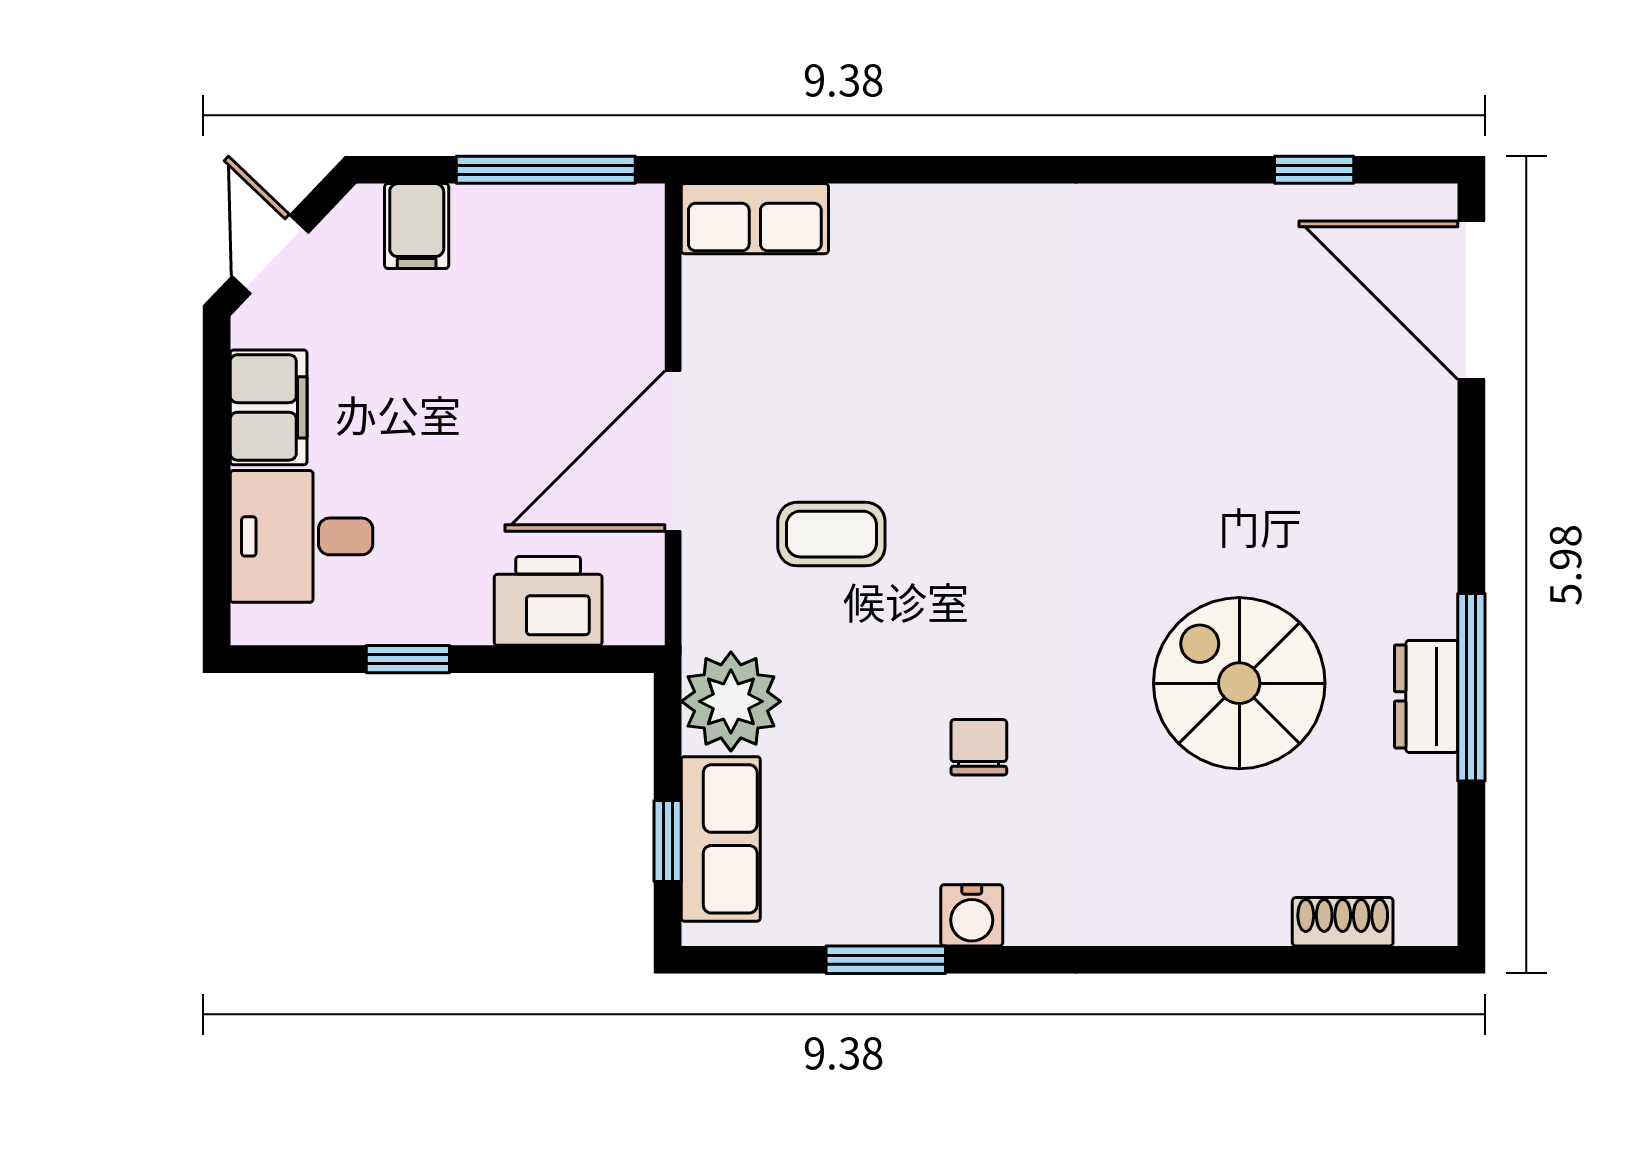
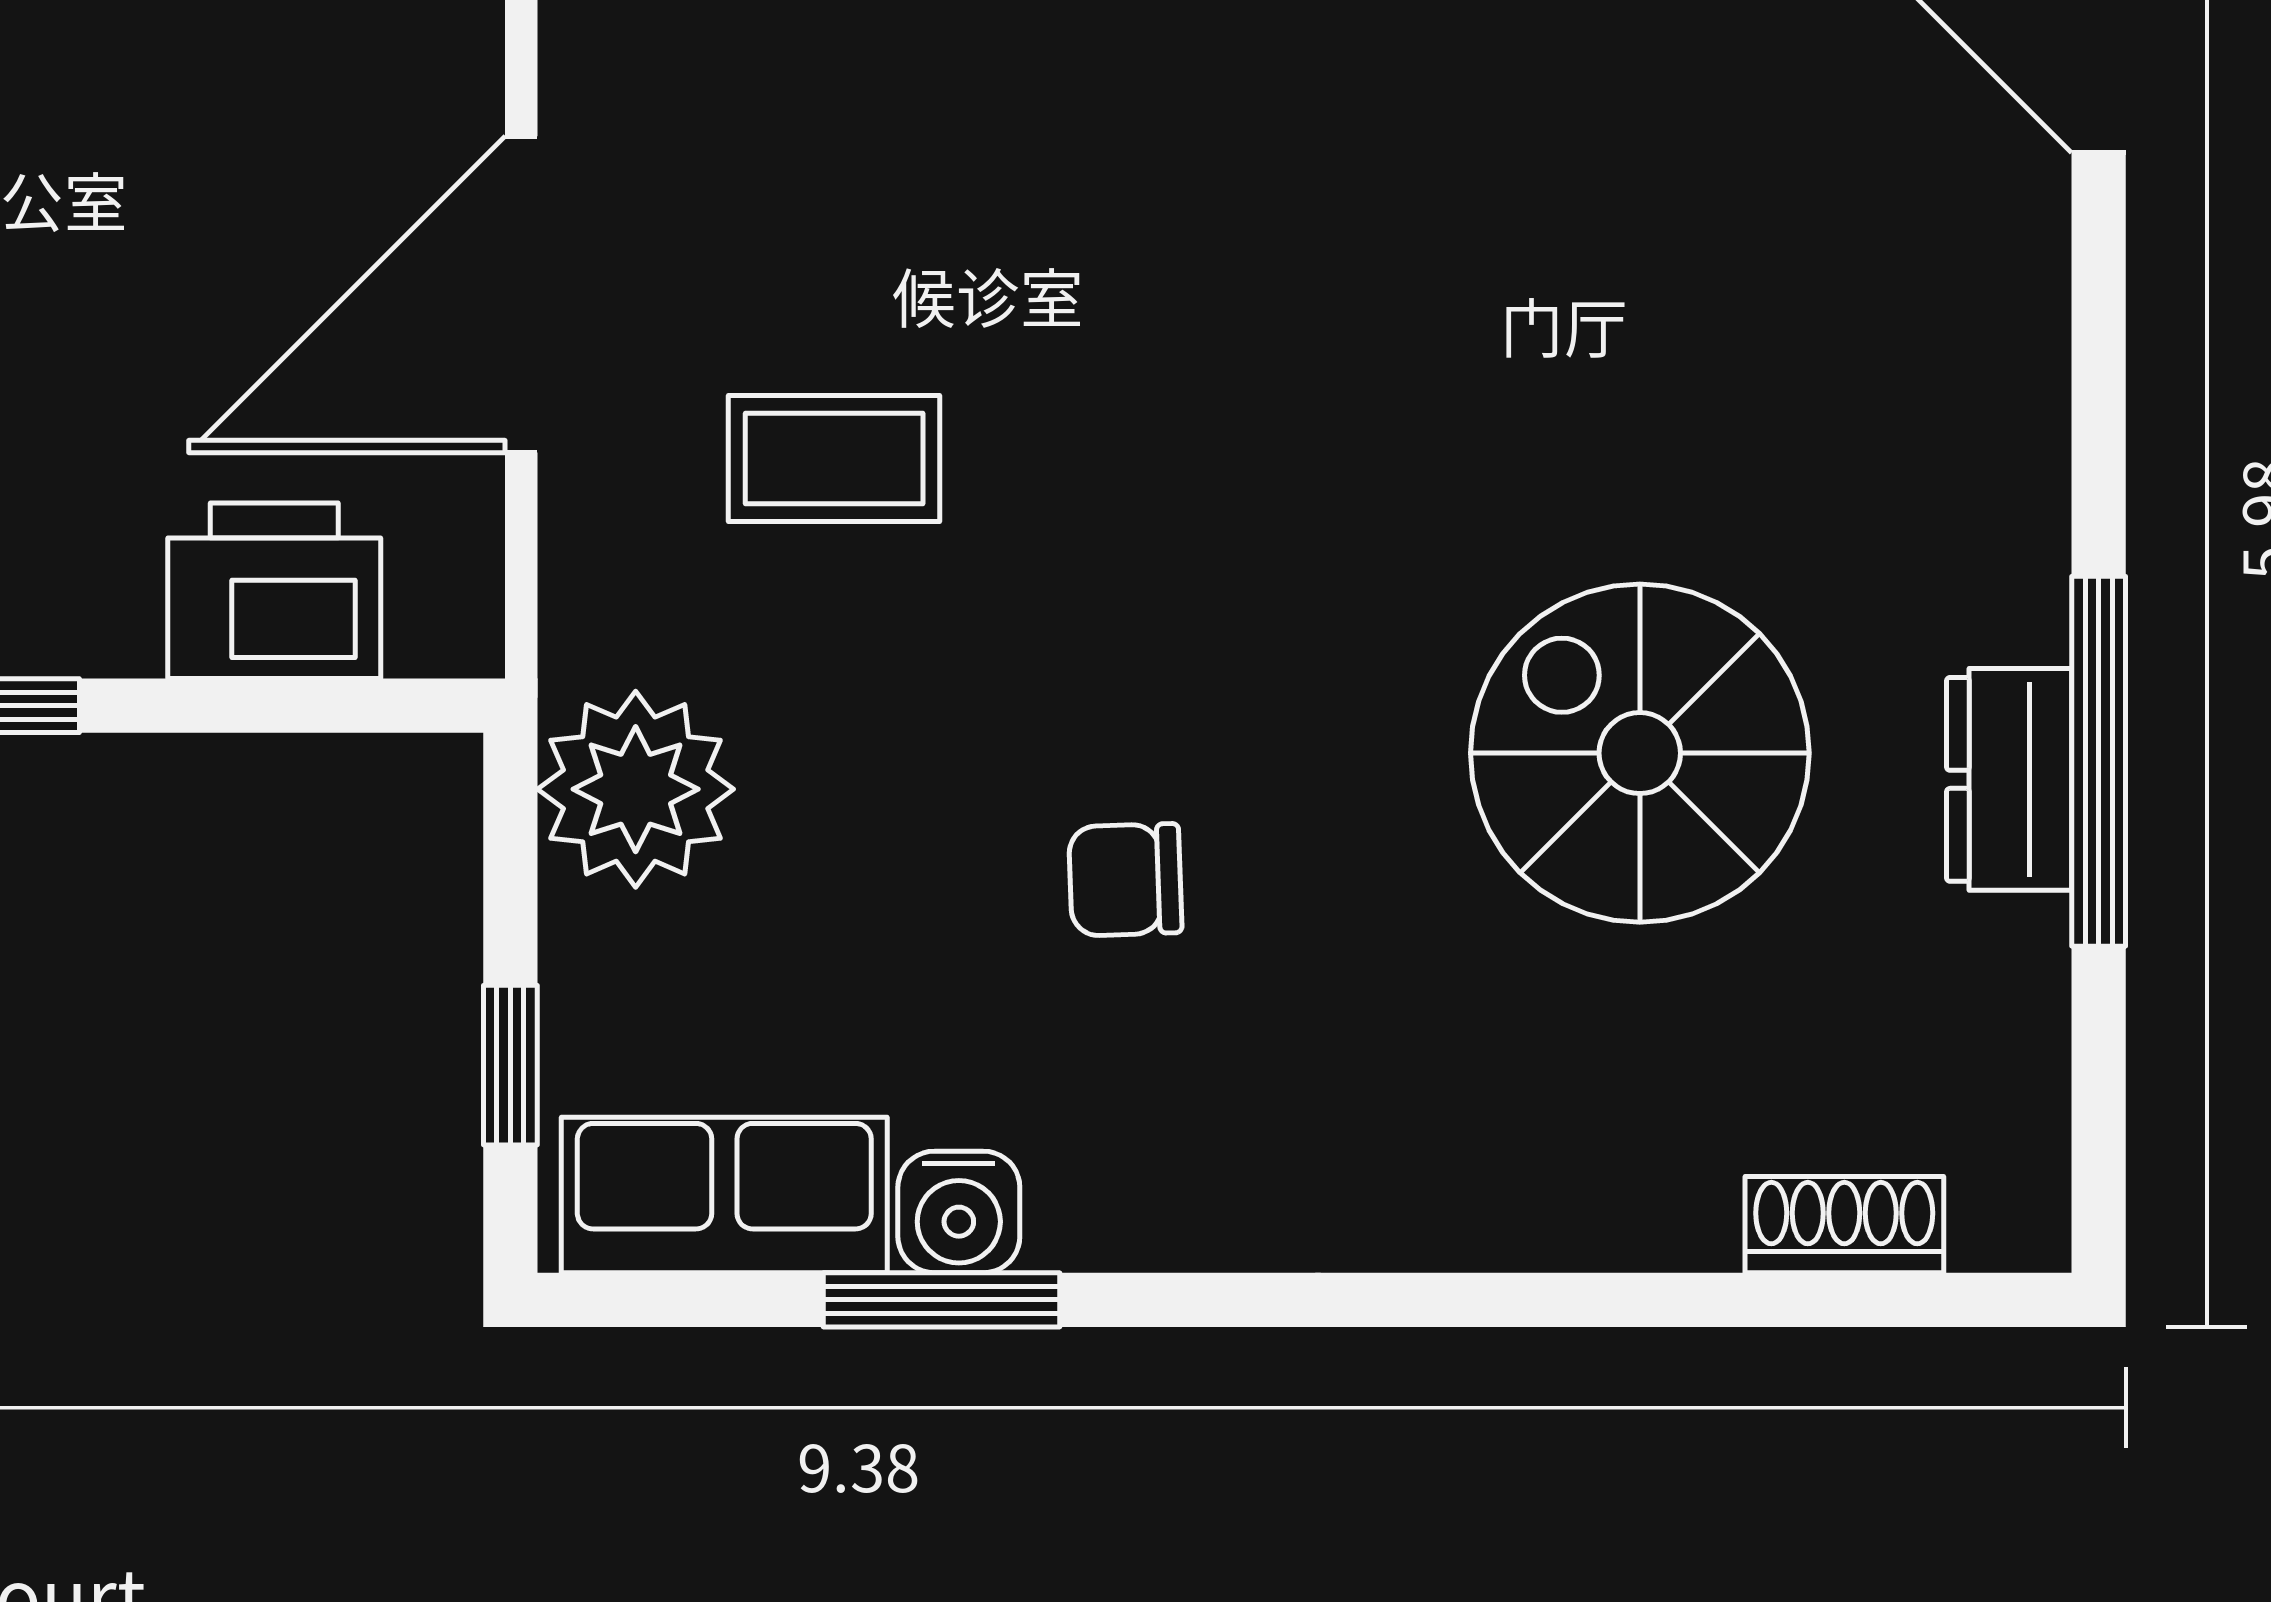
chair: (979, 747) -> (1125, 880), turned -92
row of seats: (721, 839) -> (724, 1195), moved, turned -90
water cooler: (972, 915) -> (959, 1212), moved

